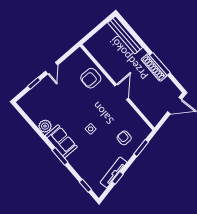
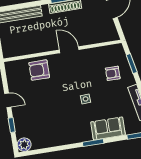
armchair: (91, 78) -> (39, 70), turned 90
plant: (45, 126) -> (24, 145), moved
sofa: (61, 141) -> (108, 128), moved

